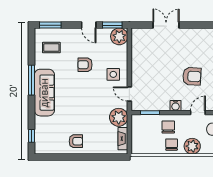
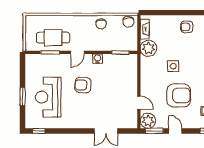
armchair: (85, 65) -> (179, 95), width x1.88, depth x1.88
side table: (113, 74) -> (173, 66), moved
door: (129, 94) -> (139, 103), moved
chair: (168, 127) -> (128, 22), moved
plant: (192, 146) -> (83, 22), removed

